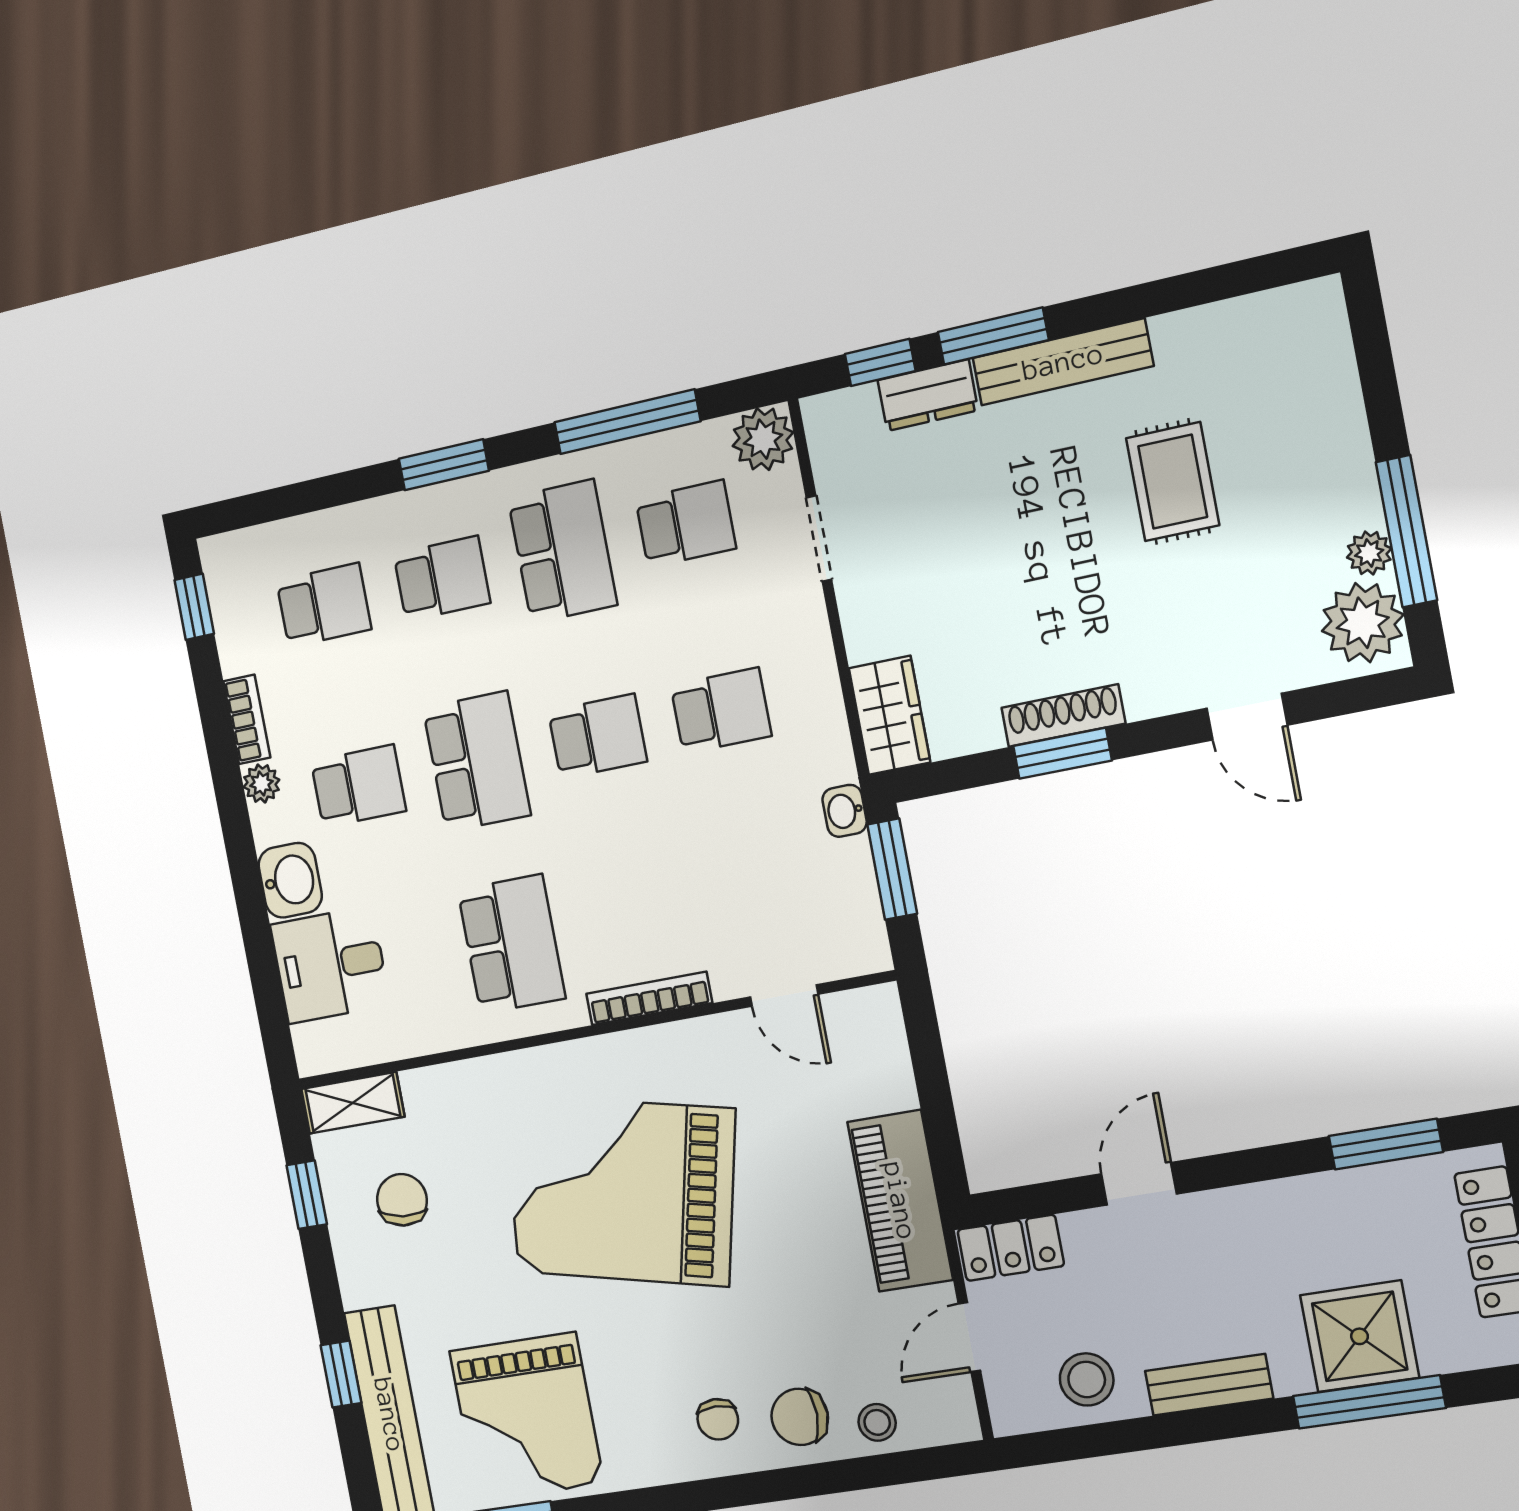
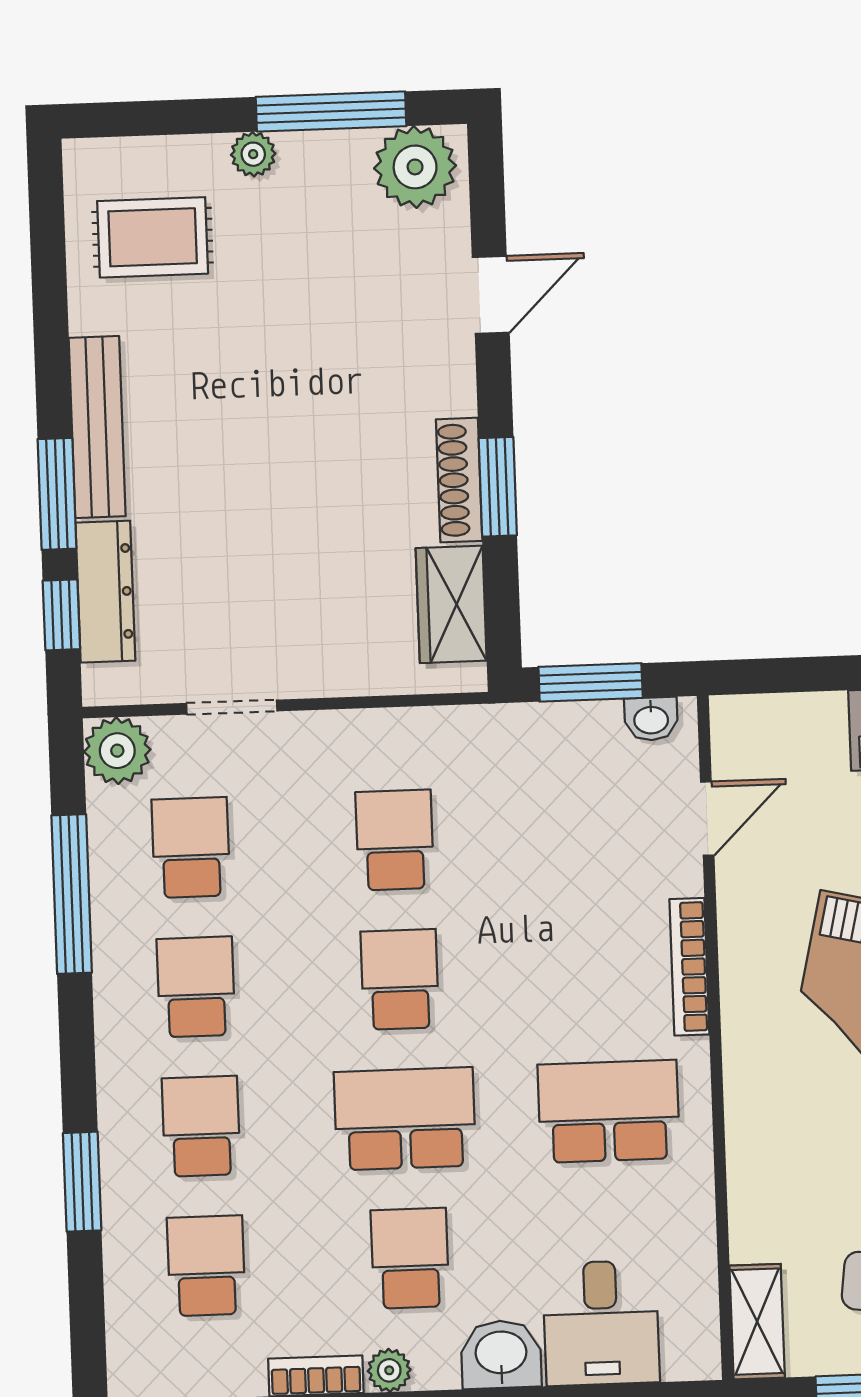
dresser: (928, 395) -> (105, 592), width x1.44
window: (444, 465) -> (82, 1182), moved
rug: (1173, 482) -> (153, 237), moved
school desk: (563, 551) -> (196, 987), width x0.54
plant: (1369, 553) -> (253, 154), moved
wardrobe: (890, 715) -> (451, 604), moved, turned -90
washbasin: (845, 811) -> (651, 719), moved

